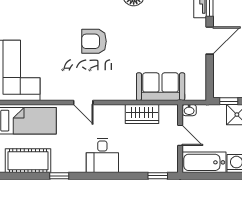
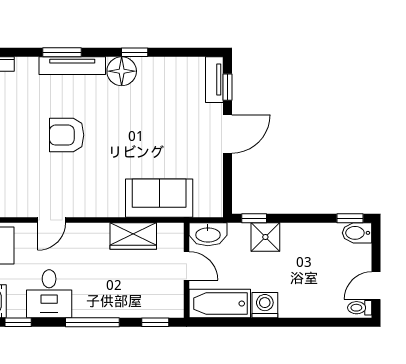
door: (83, 102) -> (52, 220), hinge flipped
washbasin: (189, 110) -> (208, 234), width x1.91, depth x1.45
desk: (102, 155) -> (49, 294), moved
window: (112, 176) -> (92, 322), added

